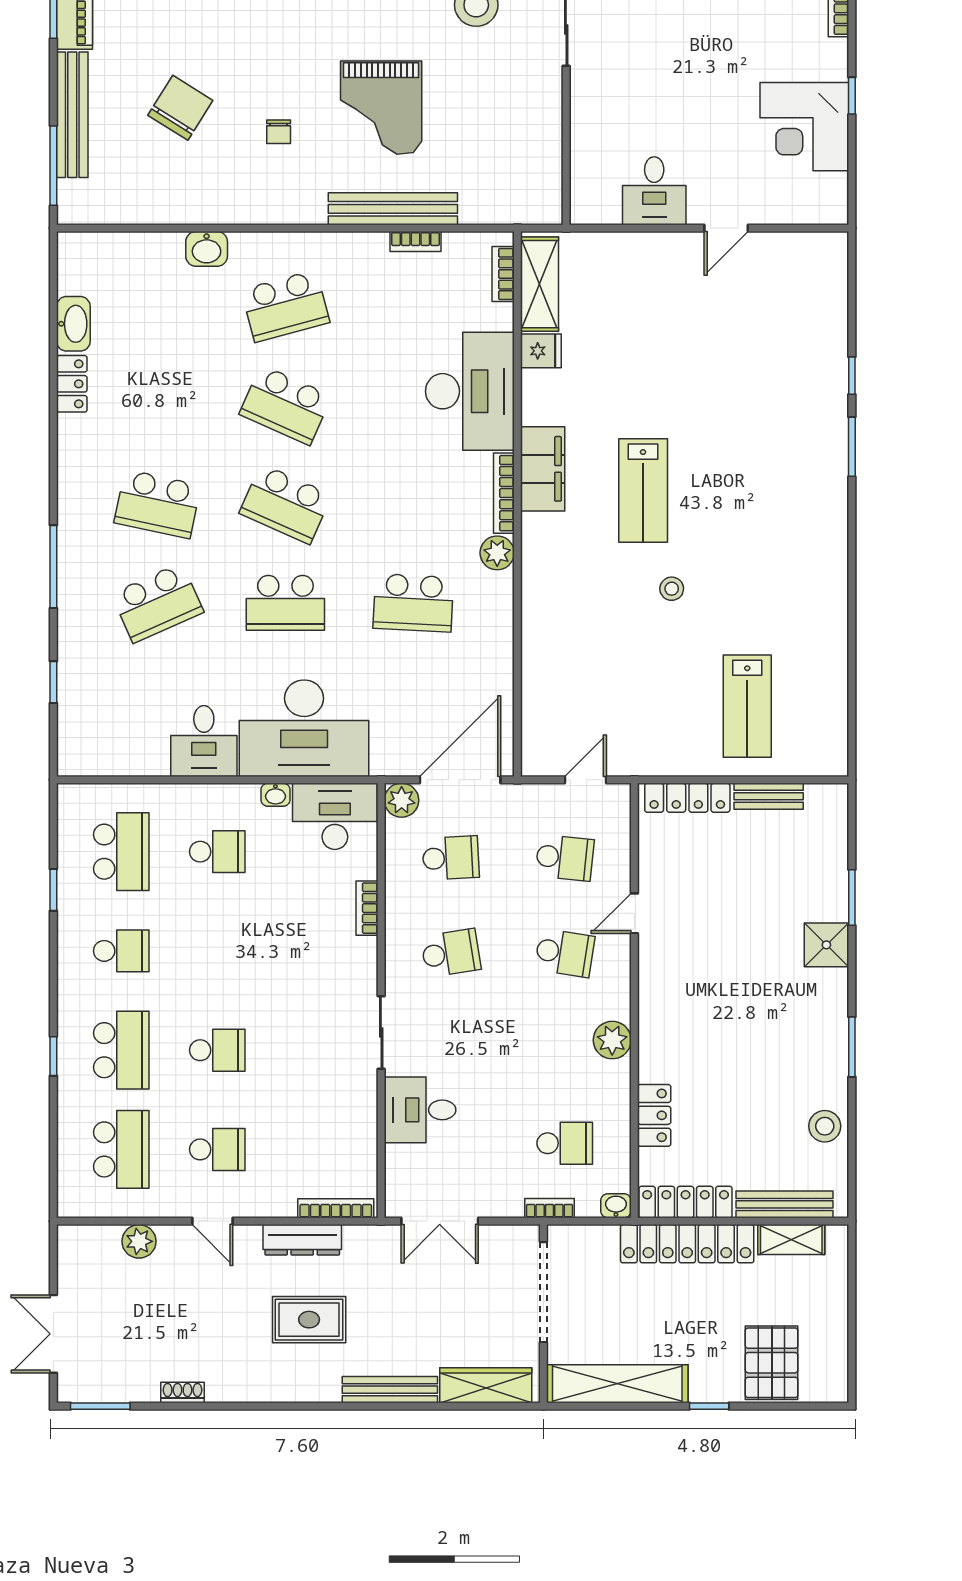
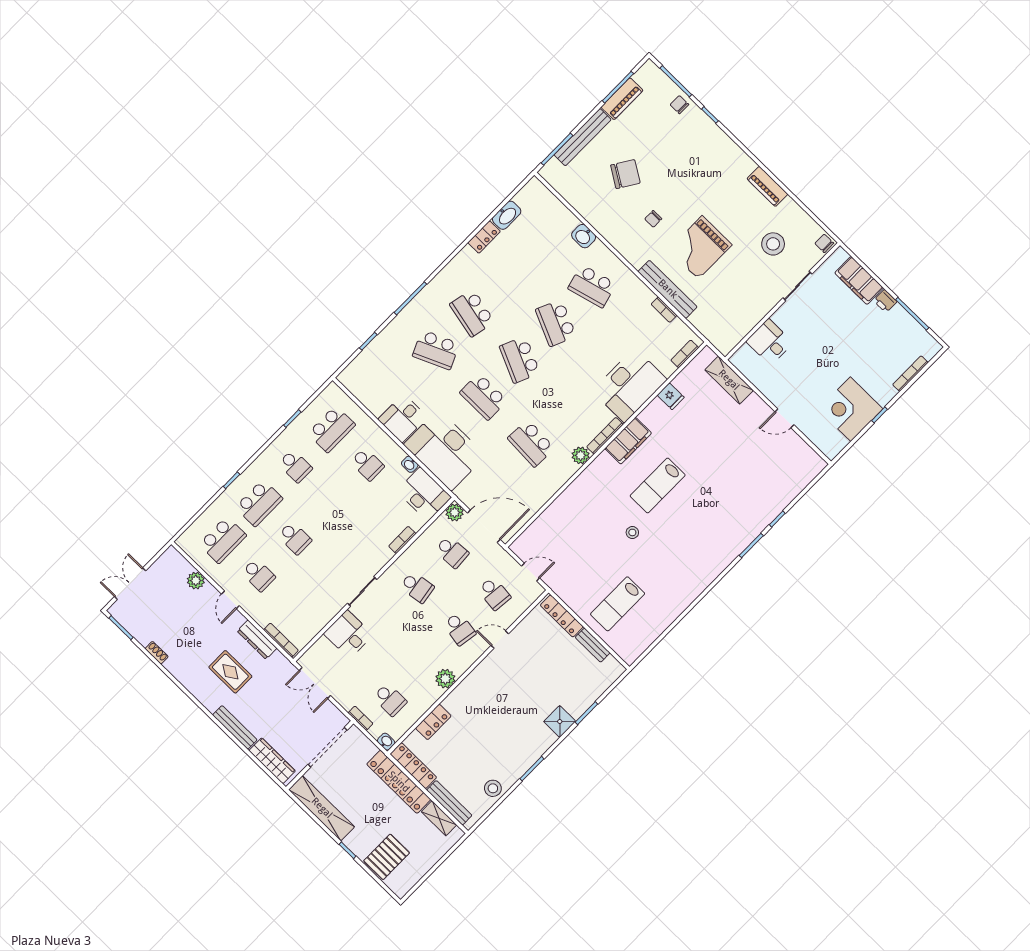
desk: (654, 191) -> (770, 342), moved, turned 90
shelving: (540, 284) -> (729, 380), moved, turned 90

